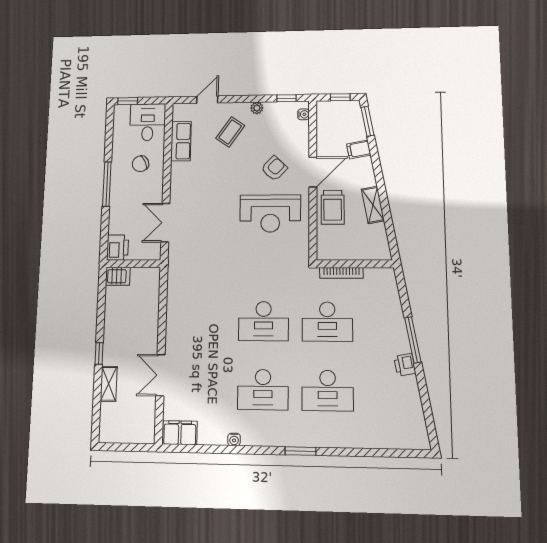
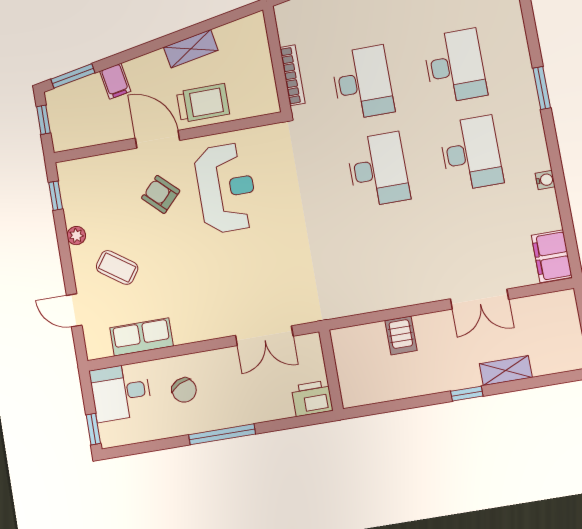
water cooler: (304, 114) -> (76, 167), removed
server rack: (118, 276) -> (401, 335), moved, turned 180

